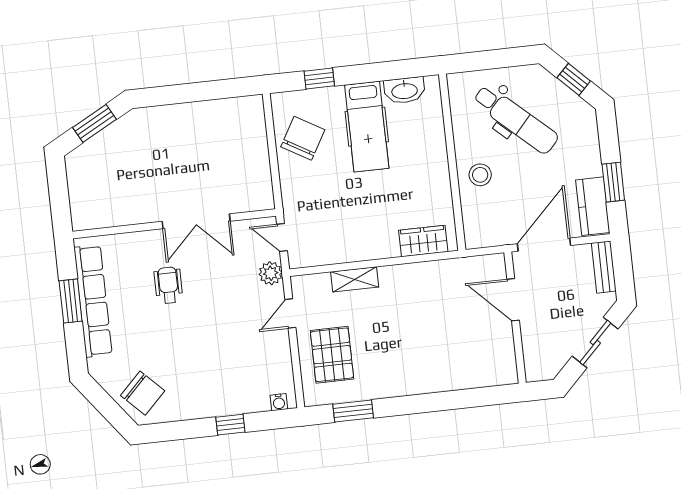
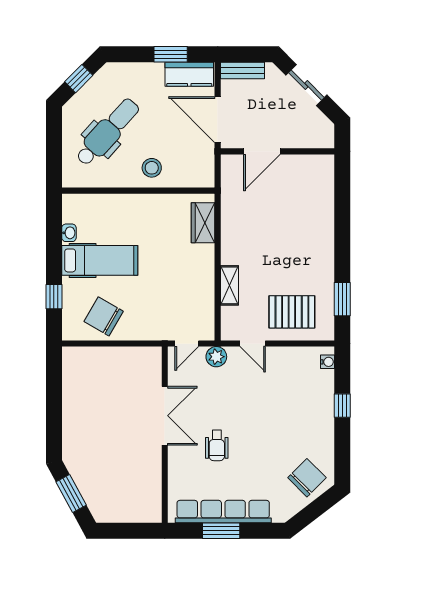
washbasin: (404, 90) -> (69, 233), width x0.52, depth x0.69
wheelchair: (168, 285) -> (217, 445), turned -90

